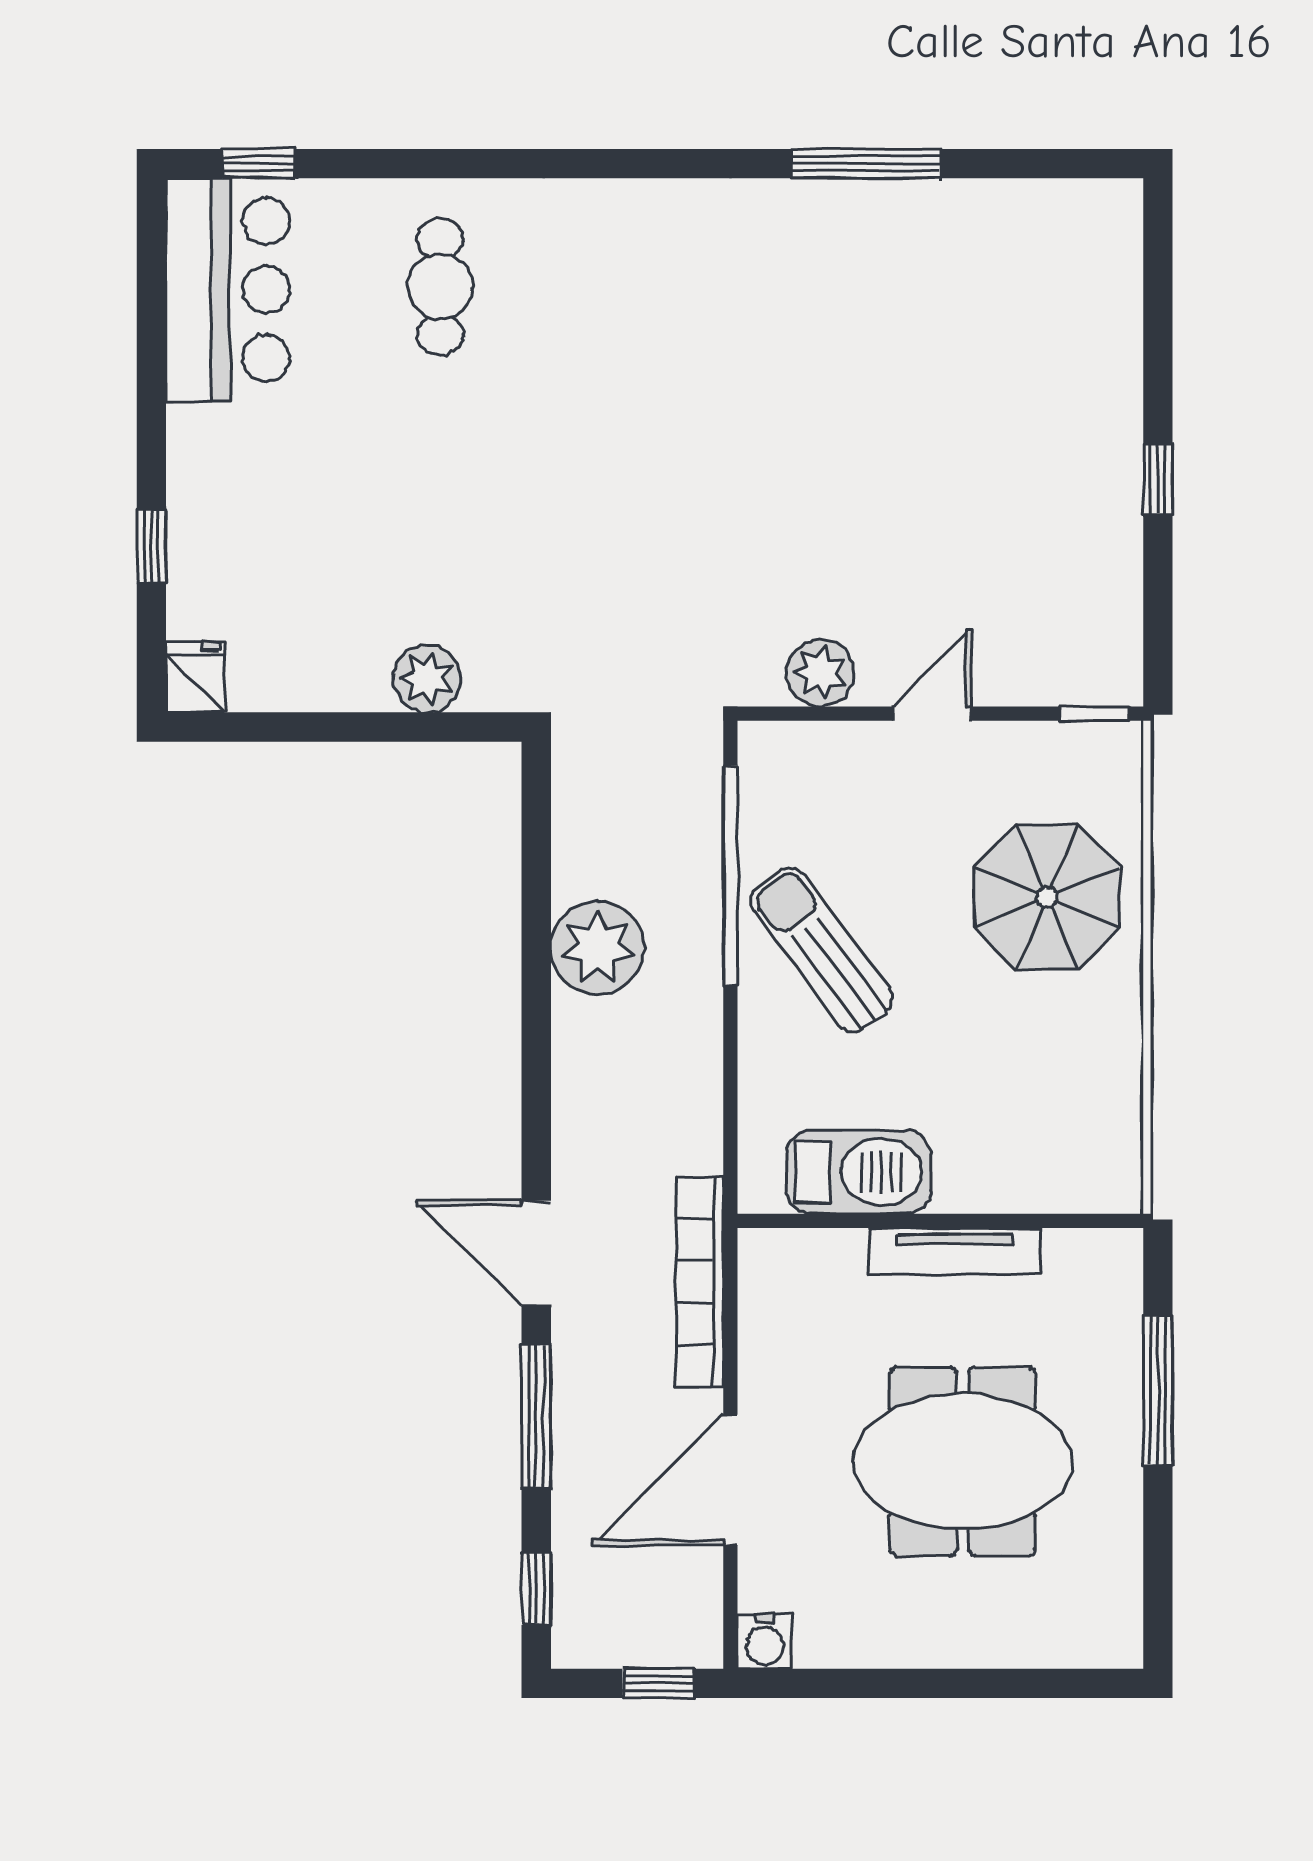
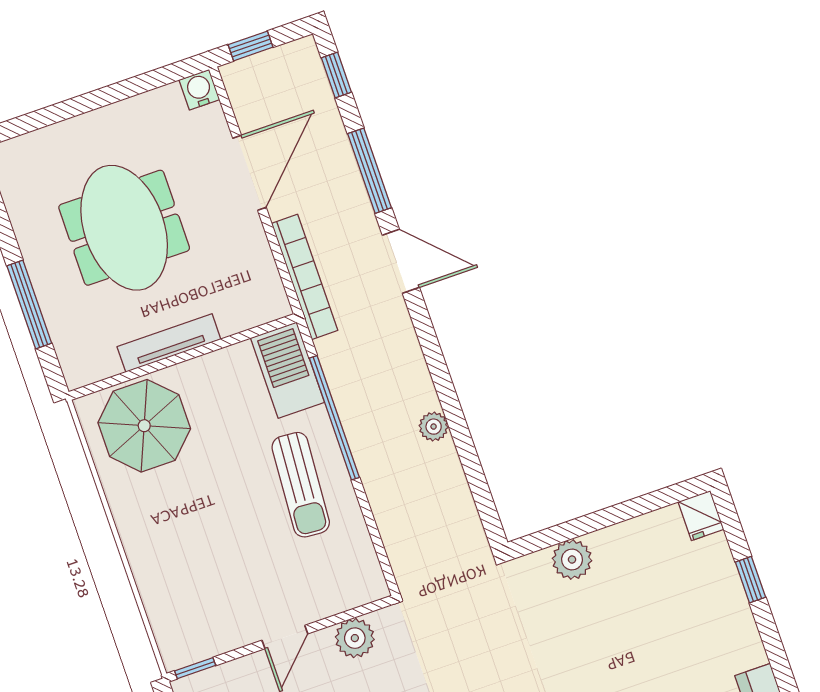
window: (730, 876) -> (334, 418), moved
parasol: (1047, 897) -> (144, 426), moved
plant: (597, 948) -> (434, 427), width x0.53, depth x0.53
sun lounger: (822, 950) -> (301, 485), turned 41
barbecue: (858, 1172) -> (287, 370), moved, turned 90
meeting table: (963, 1461) -> (124, 228), turned 90

